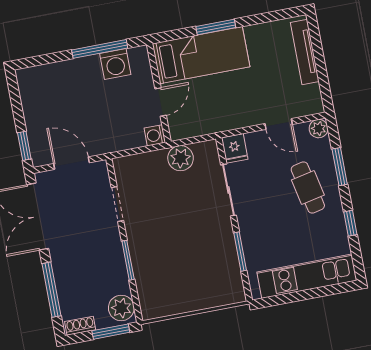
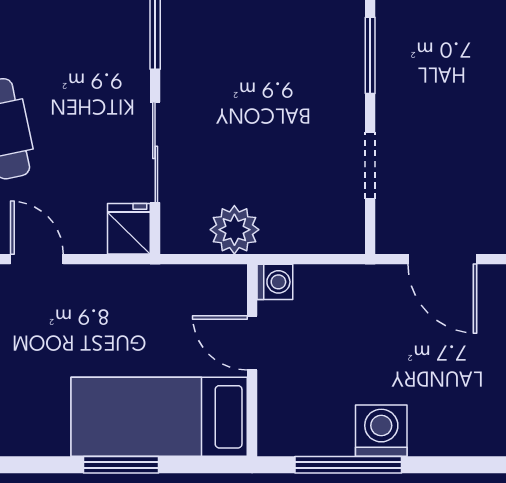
washing machine: (115, 64) -> (381, 431), moved
door: (161, 102) -> (252, 343), hinge flipped

